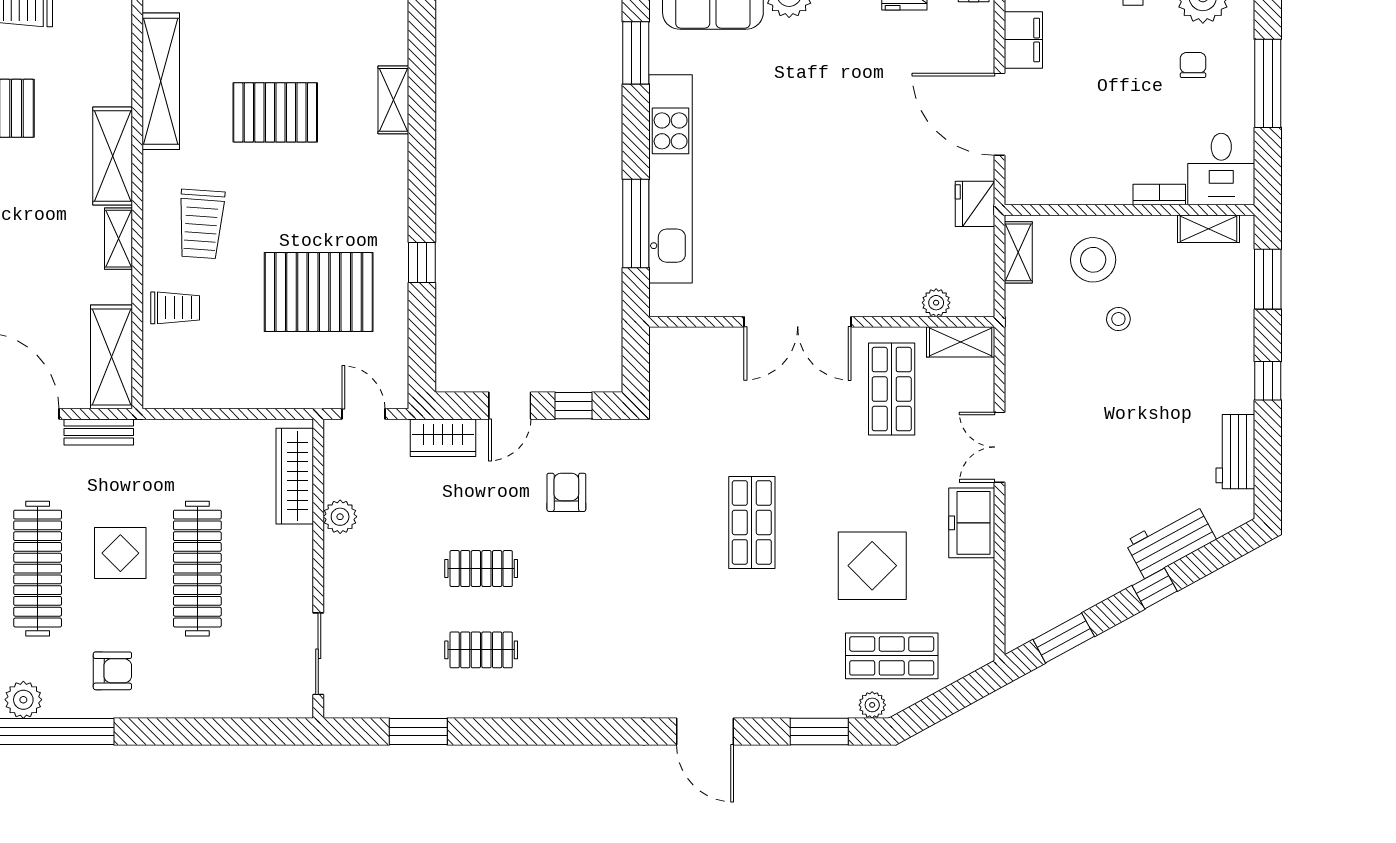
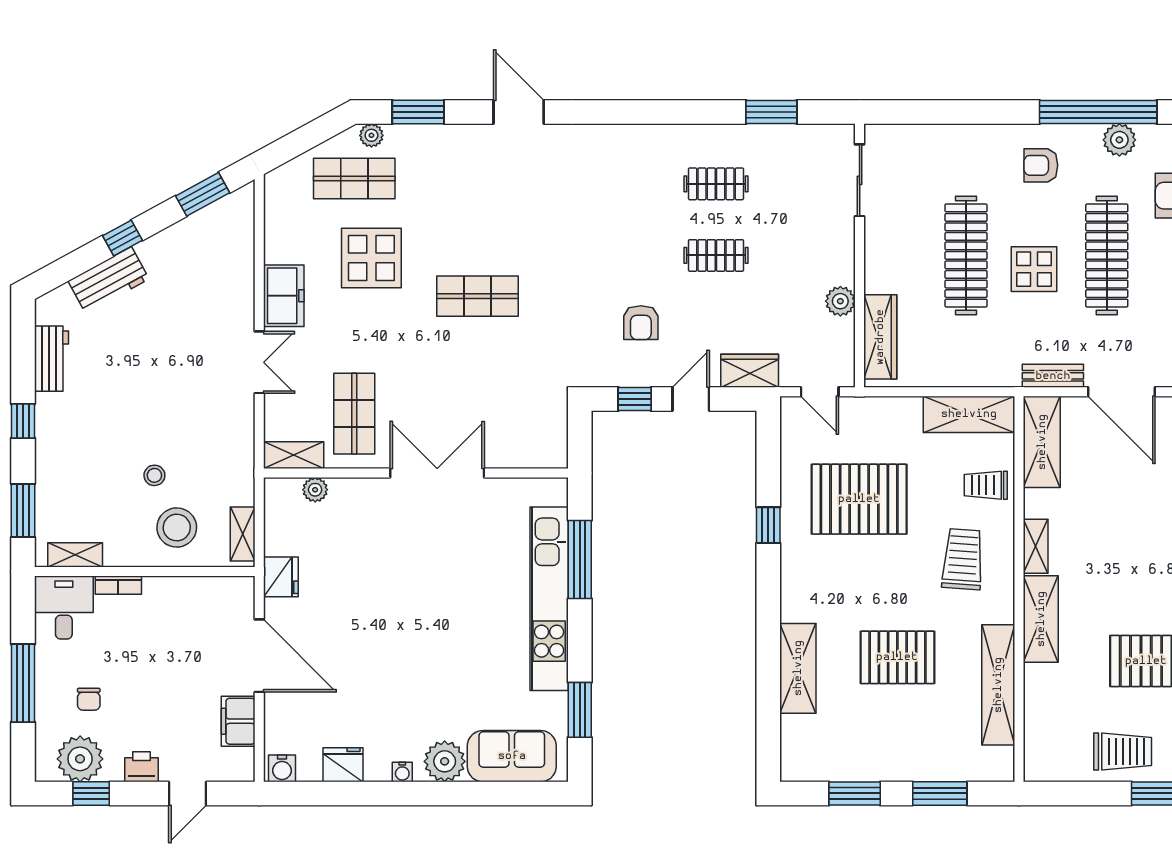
shelving: (393, 100) -> (798, 668), width x1.50, depth x1.33
shelving: (194, 388) -> (969, 414), added
shop shelf: (752, 522) -> (477, 296), turned 90

